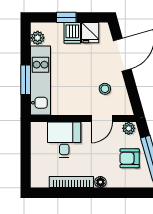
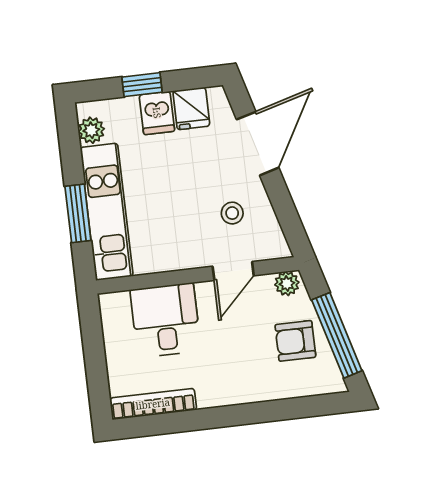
bookcase: (71, 182) -> (153, 404), moved
floor lamp: (100, 182) -> (245, 393), removed

